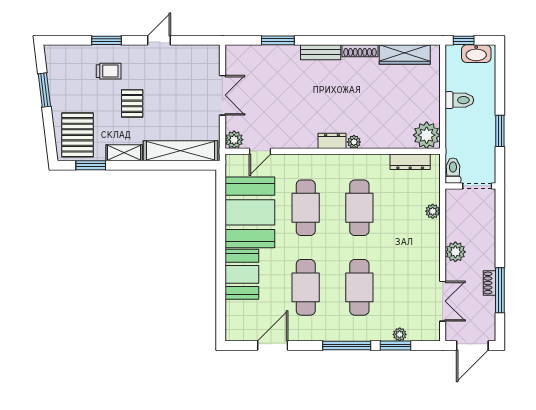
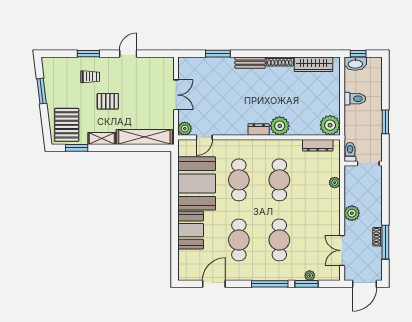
washbasin: (476, 54) -> (355, 64), moved
pallet: (132, 103) -> (108, 101), turned 90
plant: (354, 142) -> (280, 126), width x1.88, depth x1.88
double door: (443, 301) -> (342, 250), swing flipped

